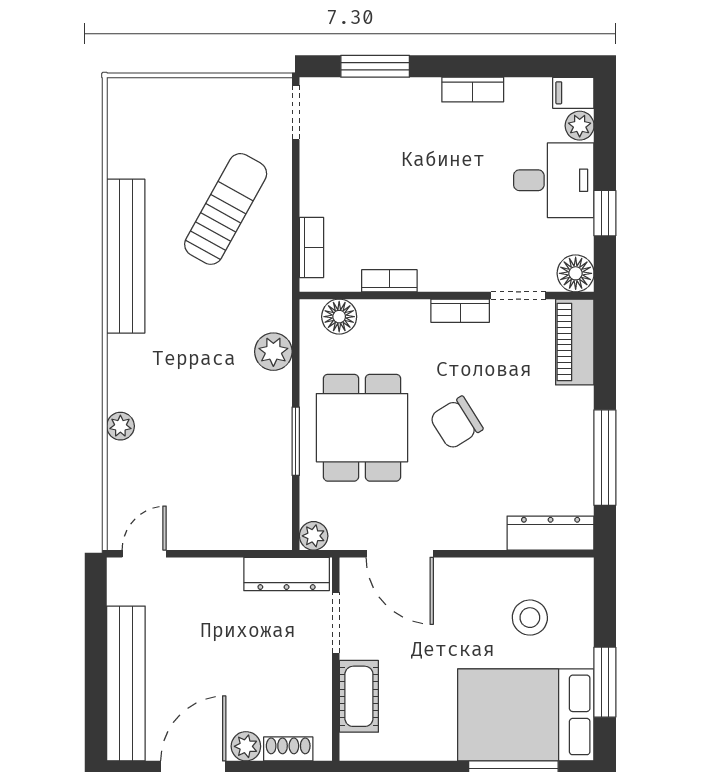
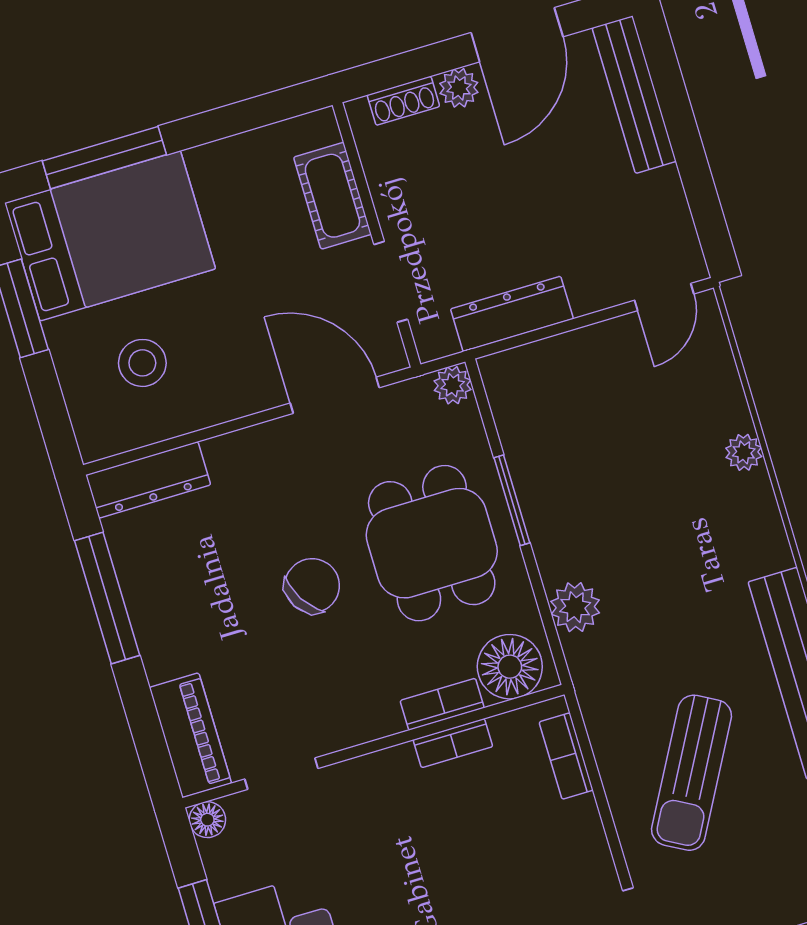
floor lamp: (576, 273) -> (207, 820), width x0.73, depth x0.73
bookcase: (460, 311) -> (442, 704), moved
floor lamp: (339, 317) -> (510, 667), width x1.38, depth x1.38
dresser: (287, 574) -> (512, 314), moved
bench: (126, 684) -> (634, 95), width x0.73, depth x0.82

